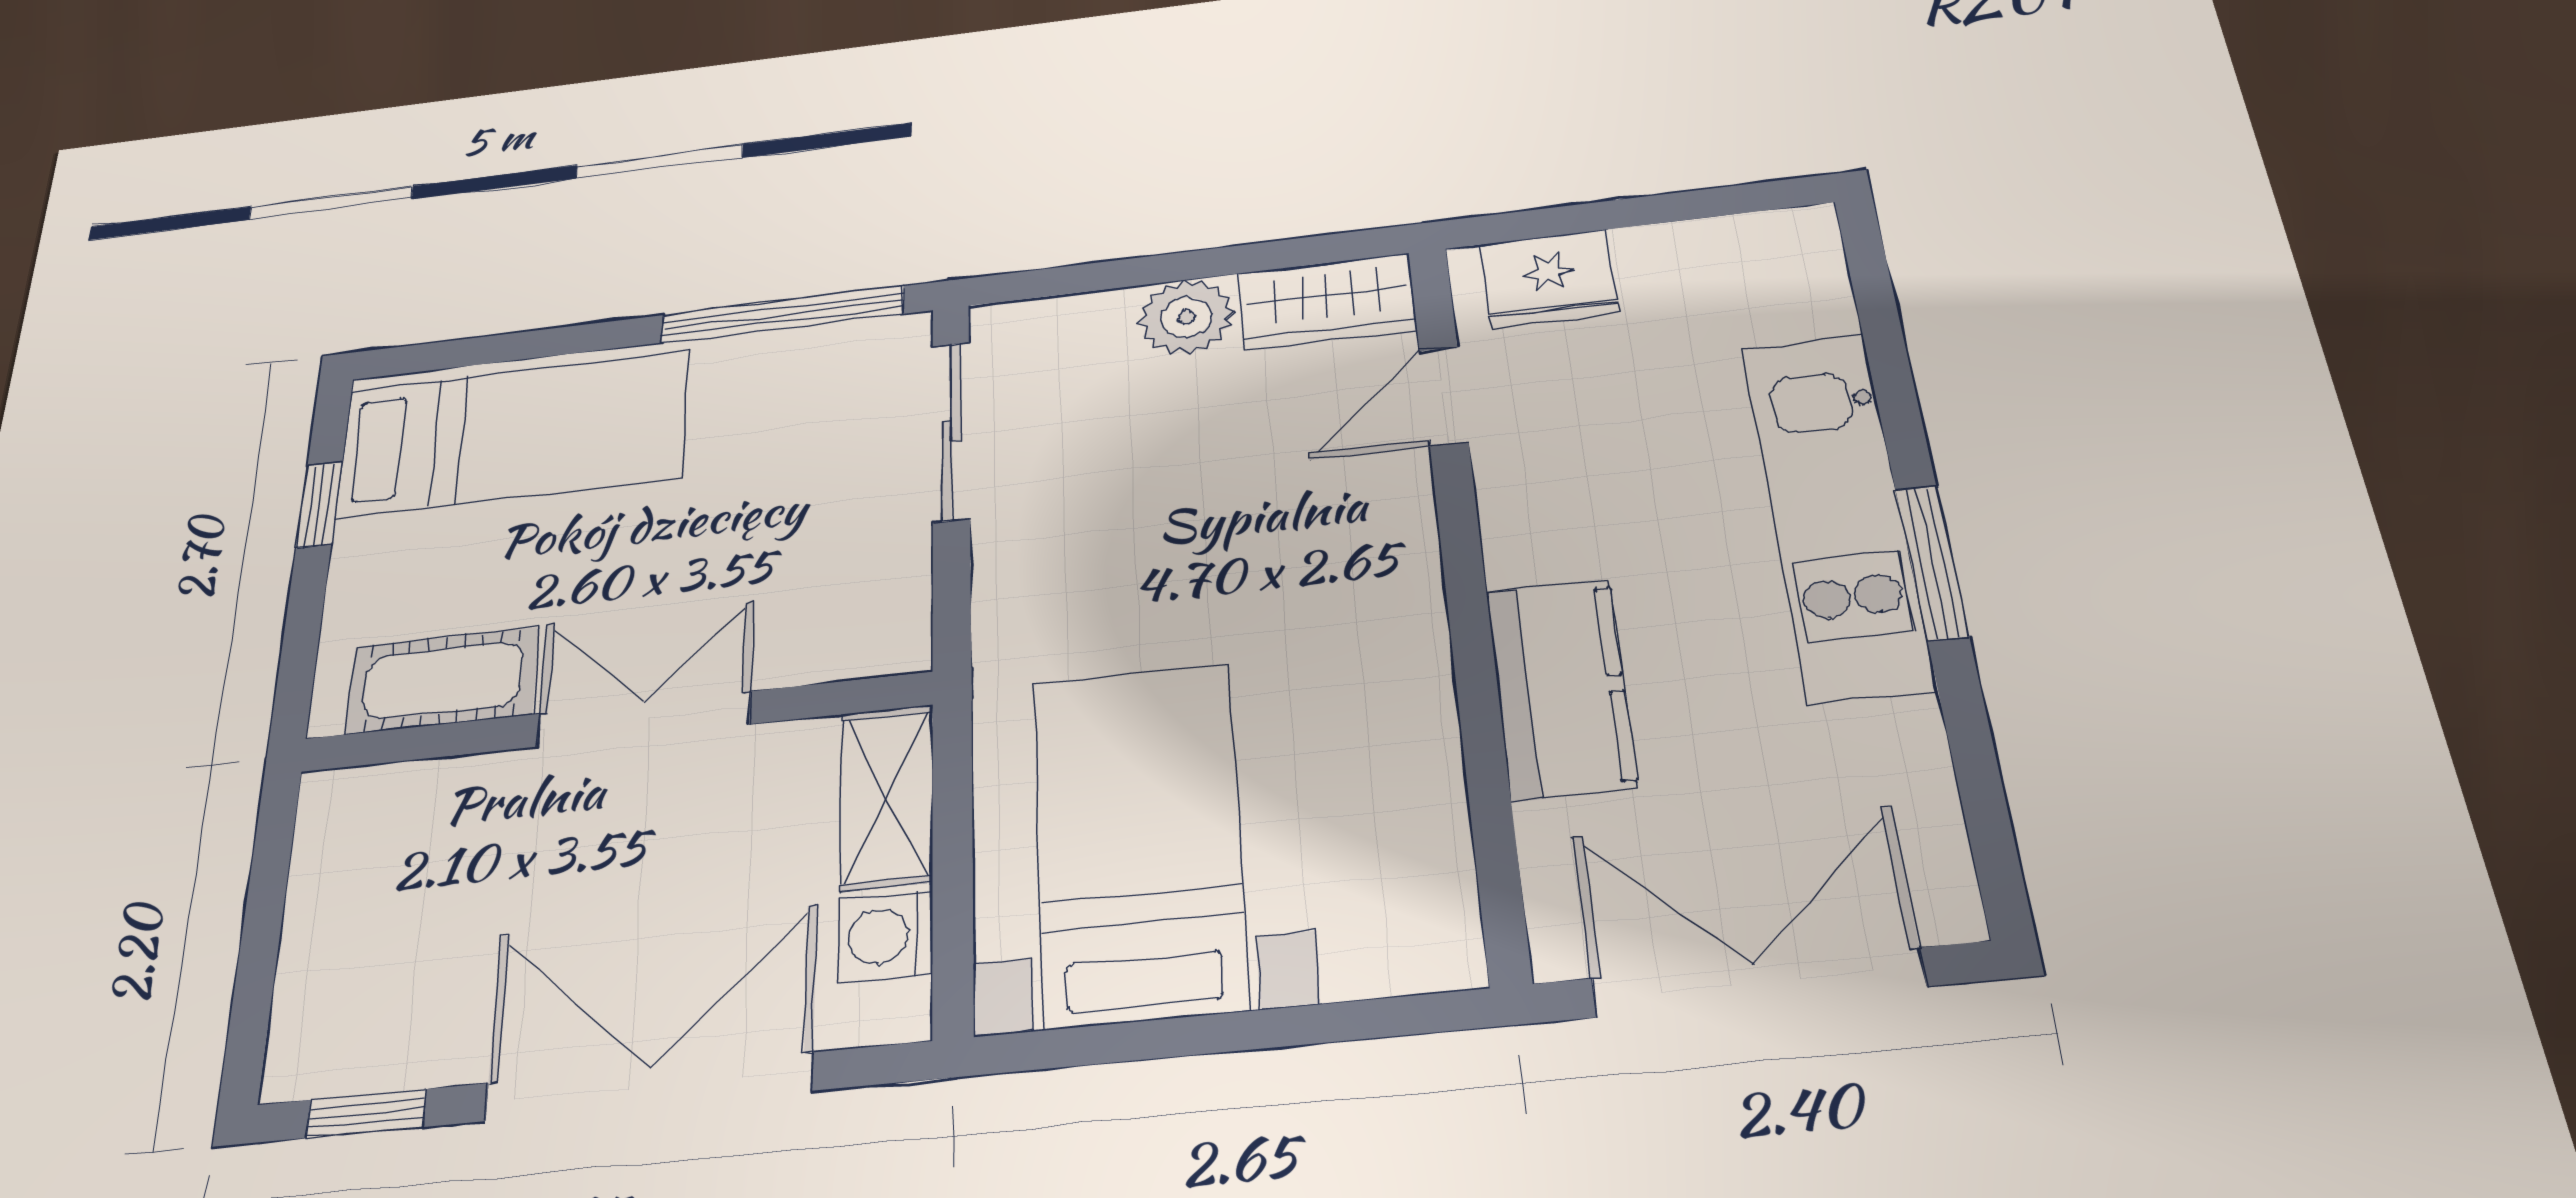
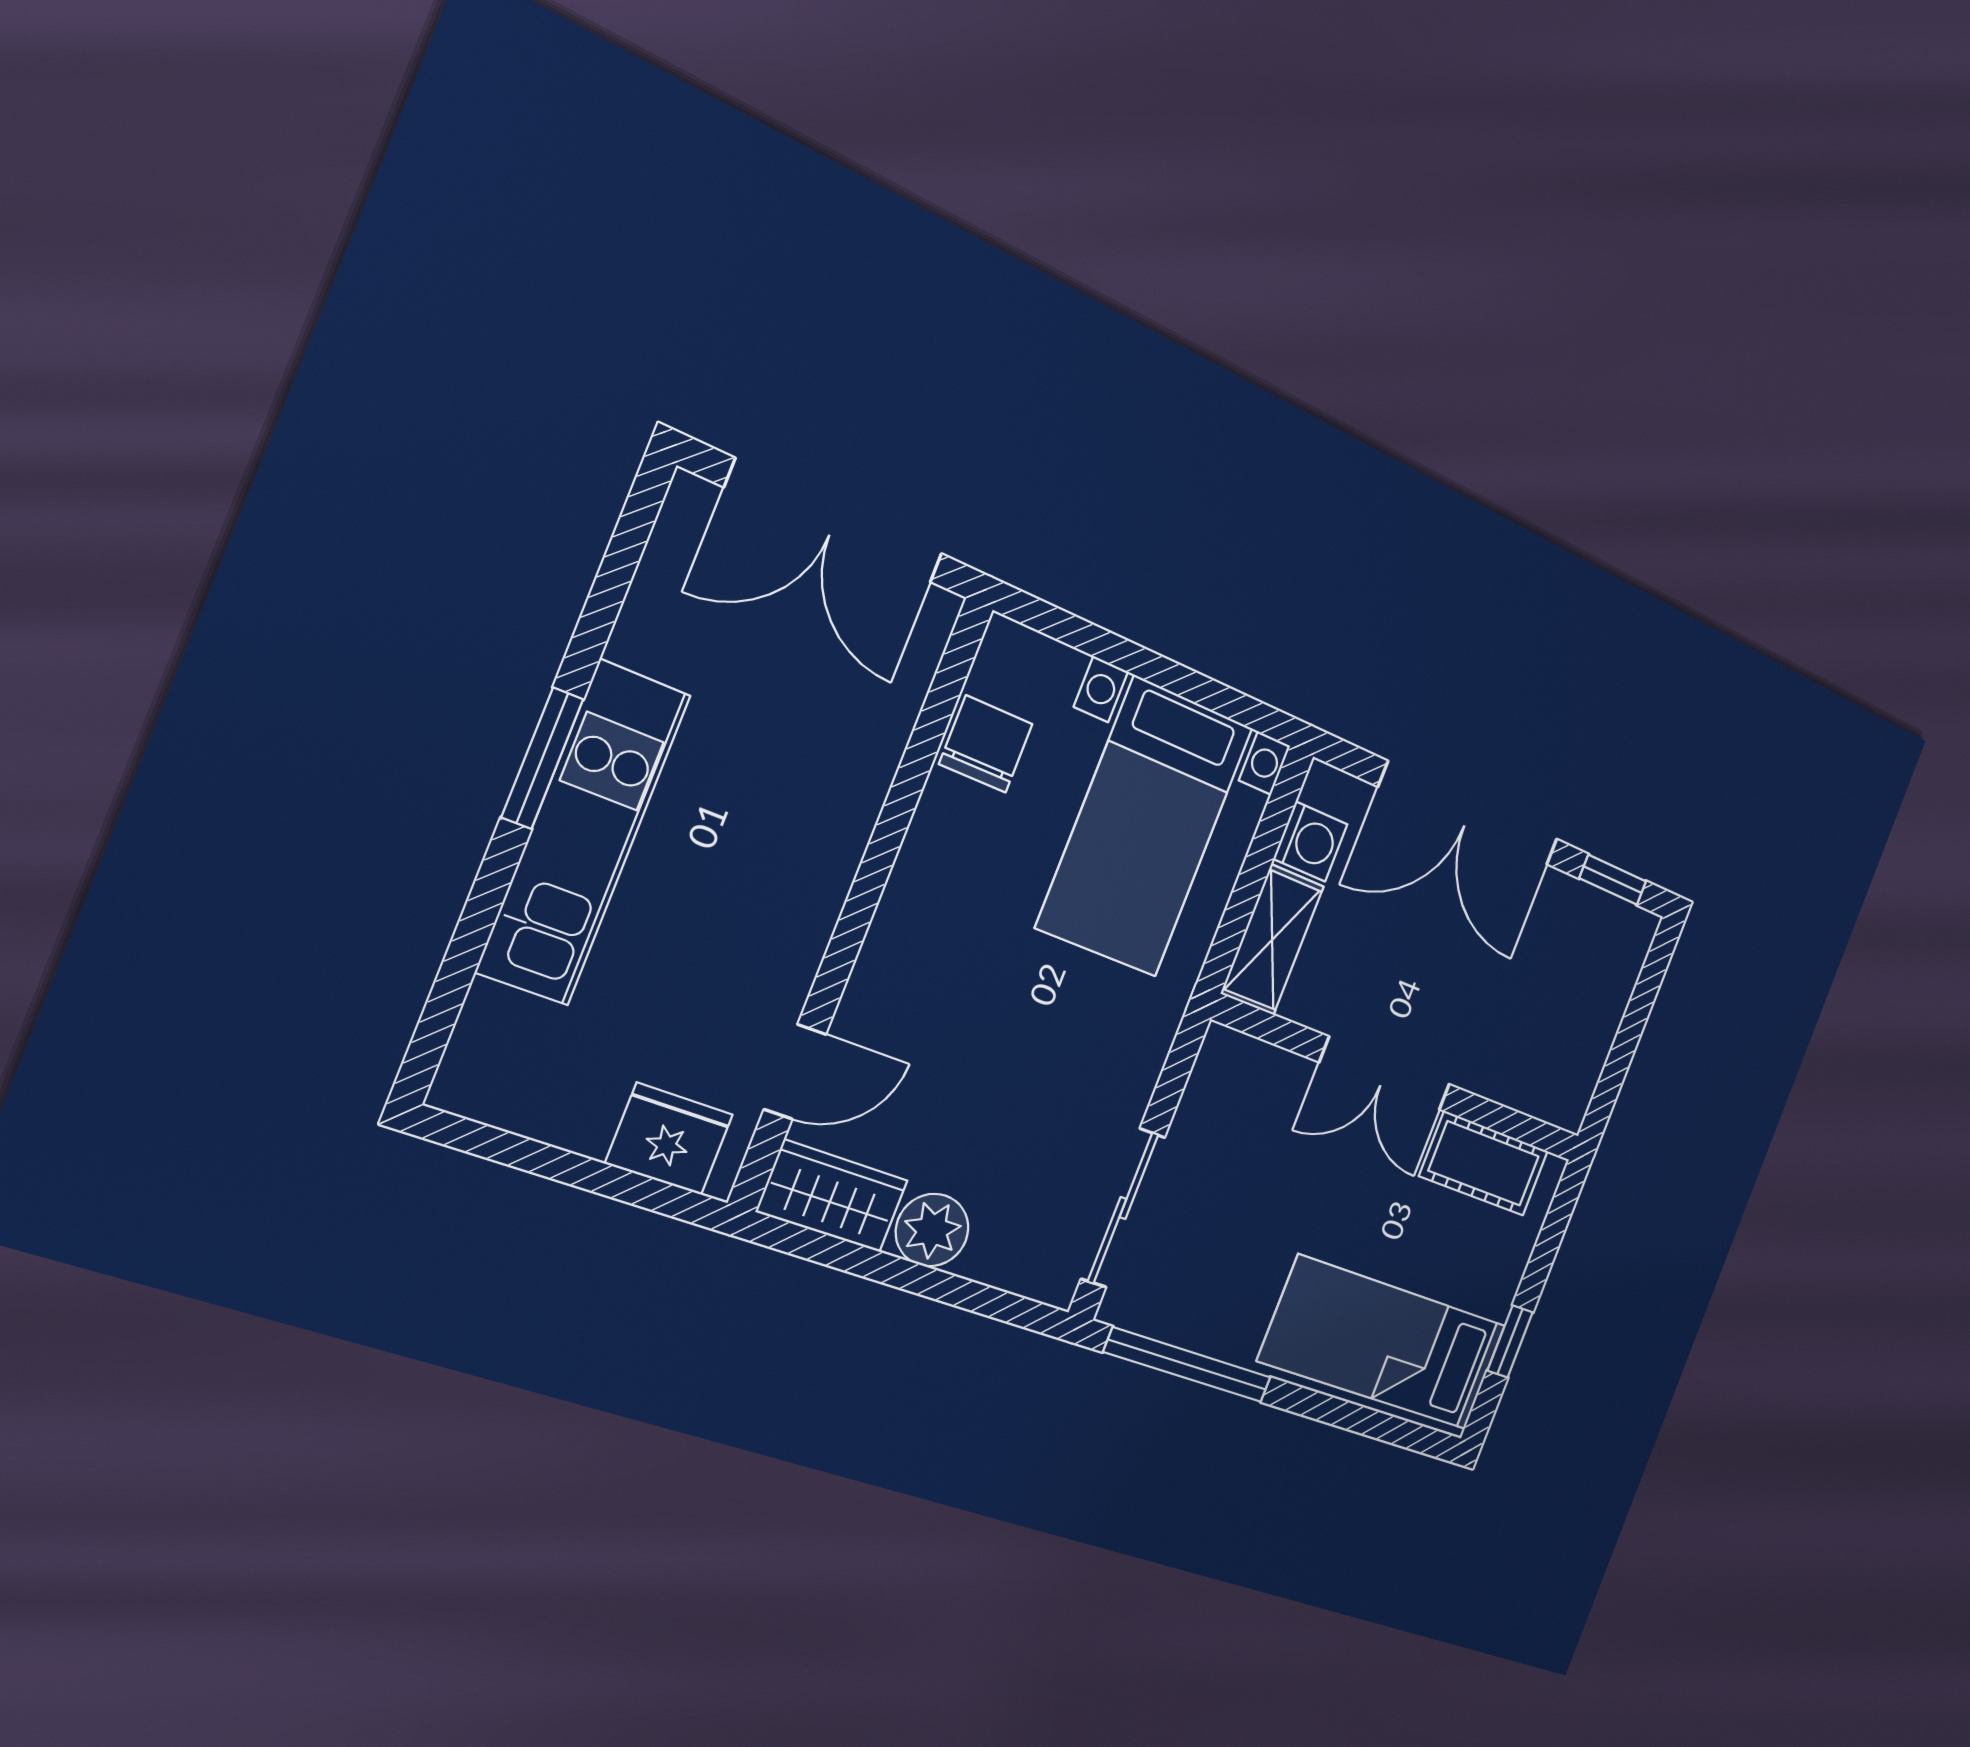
kitchen counter: (1561, 689) -> (841, 796), removed
chair: (1409, 831) -> (986, 744), added

